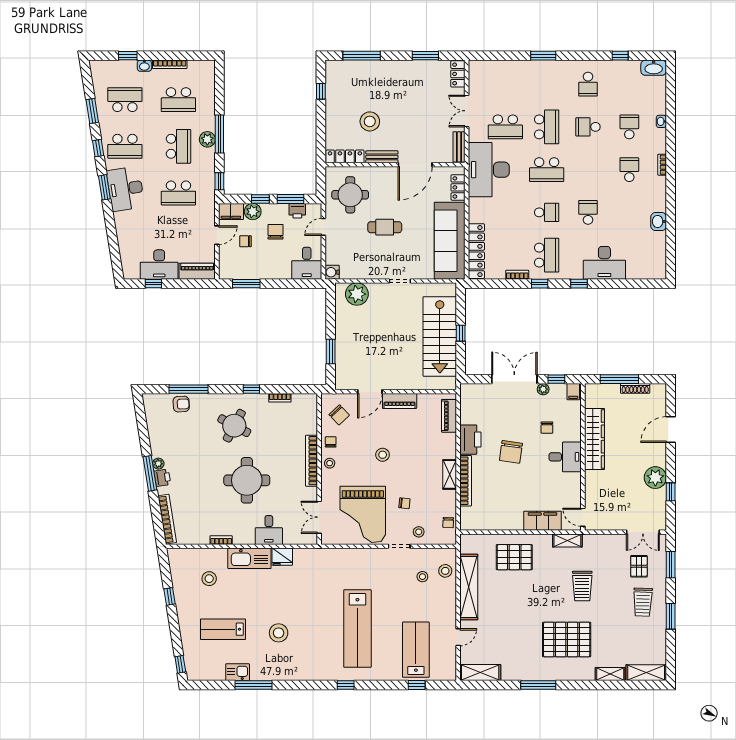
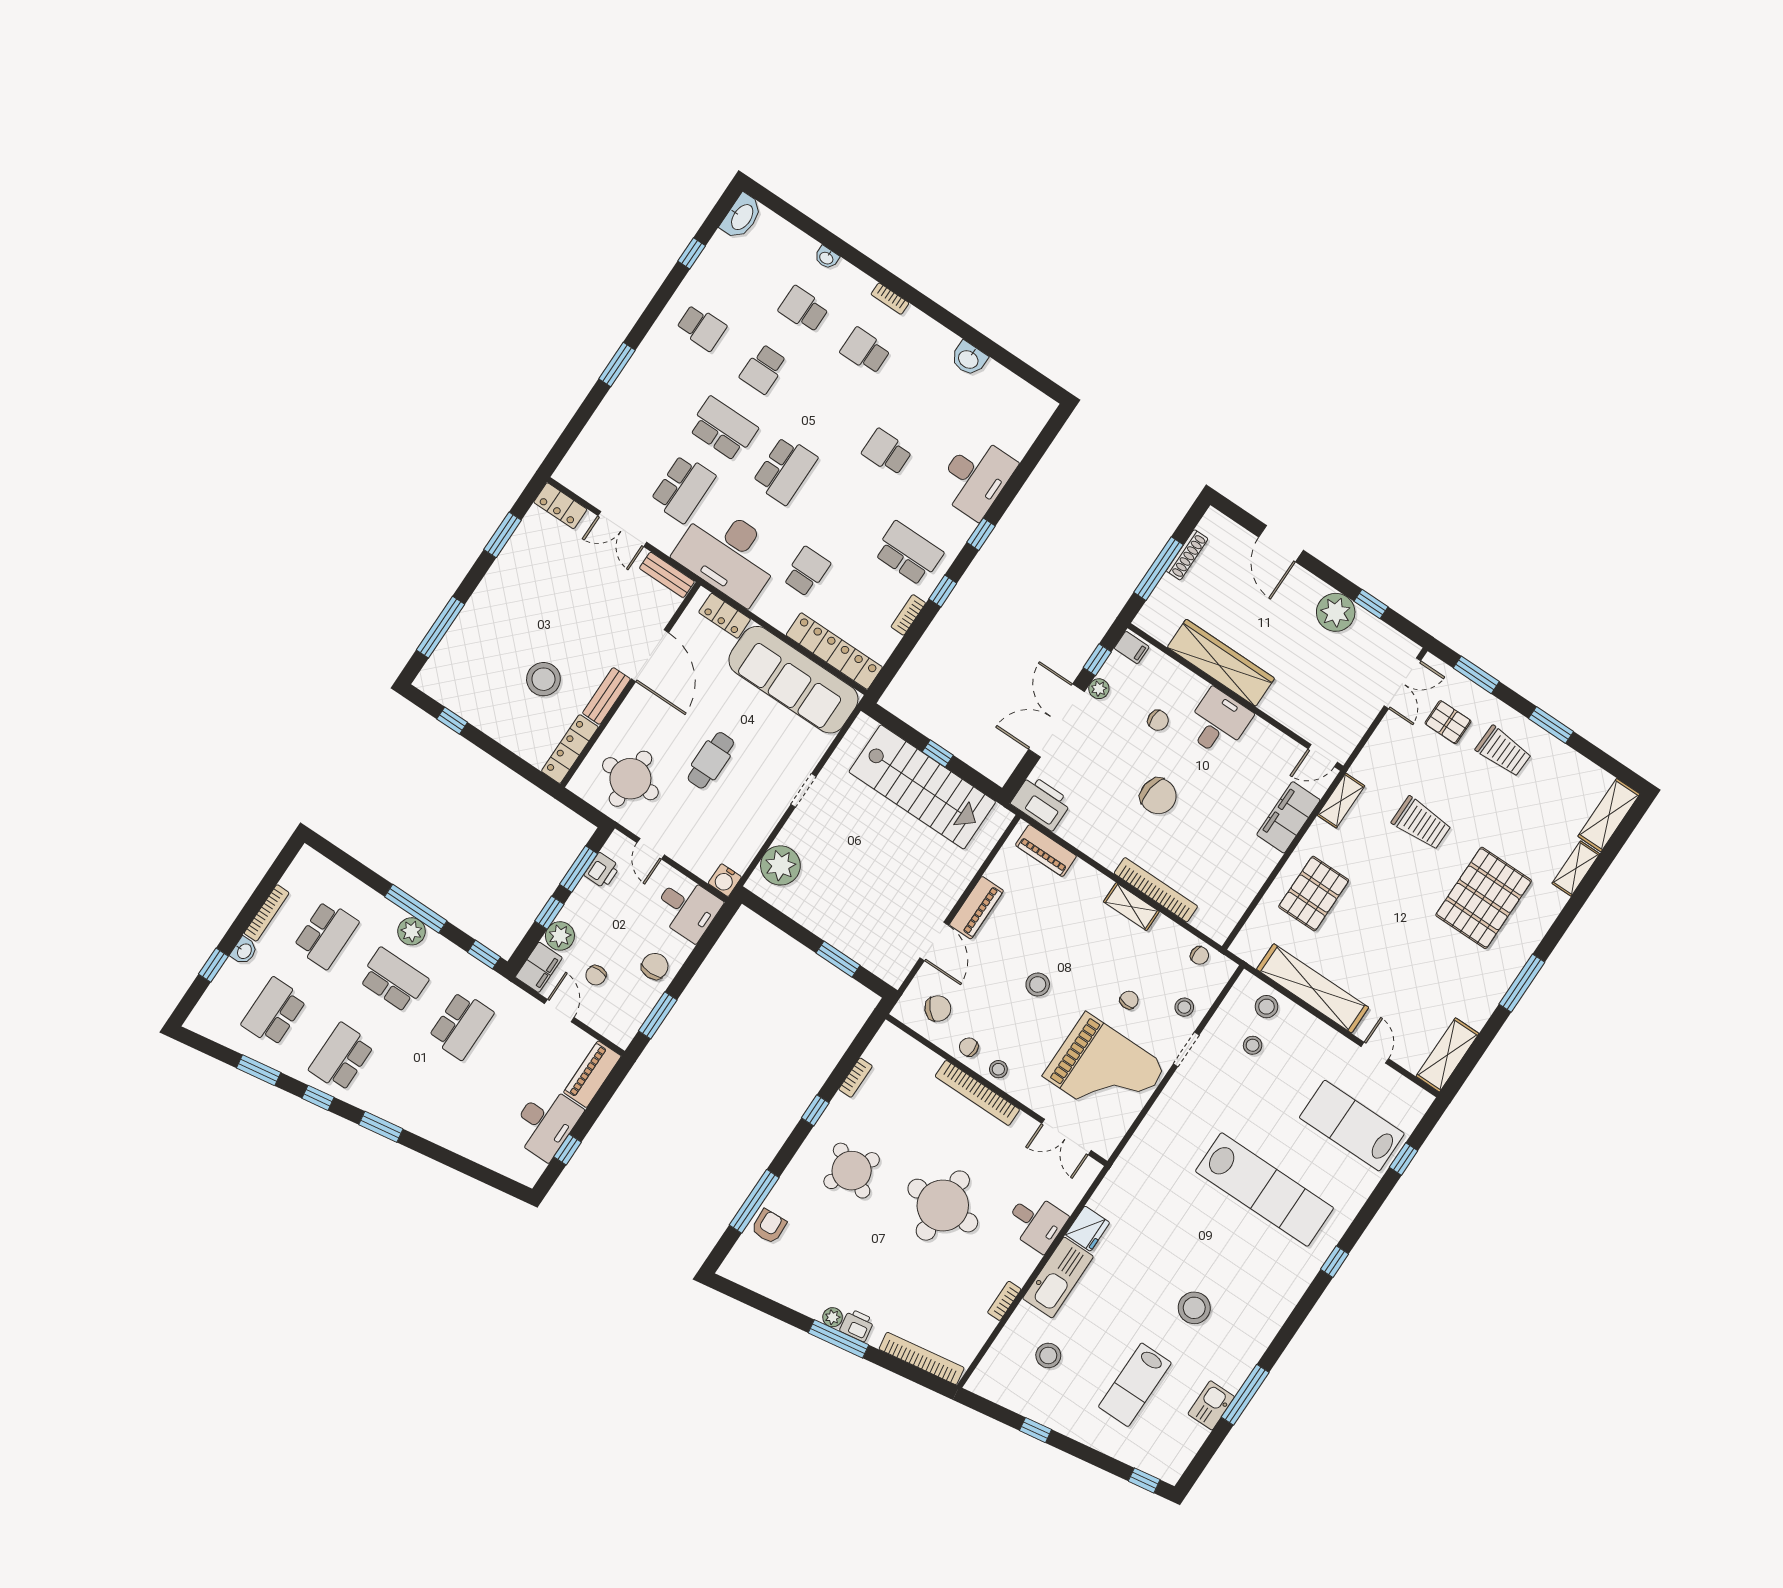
school desk: (125, 146) -> (341, 1057), turned 180
desk: (126, 189) -> (403, 1098), removed
school desk: (547, 212) -> (807, 572), moved
chair: (276, 232) -> (655, 966), moved, turned 90
printer: (470, 440) -> (1041, 803), moved

